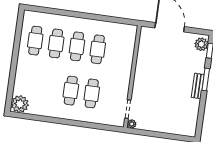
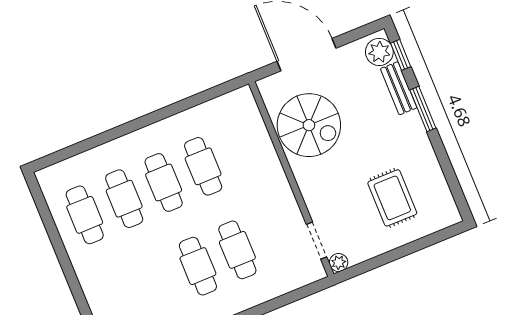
spiral stairs: (153, 58) -> (309, 125), added
bench: (198, 86) -> (399, 88), moved
rug: (171, 110) -> (392, 198), added

